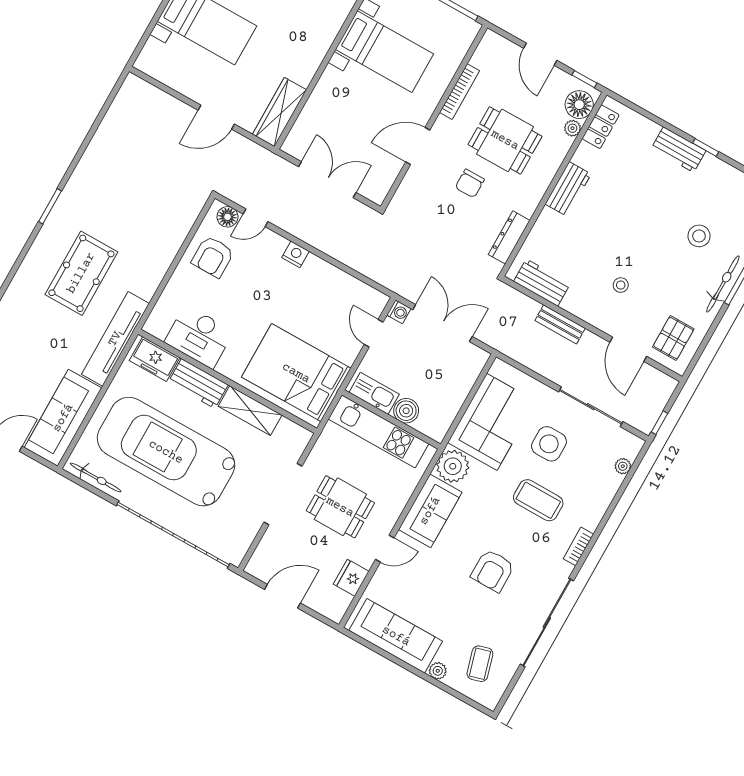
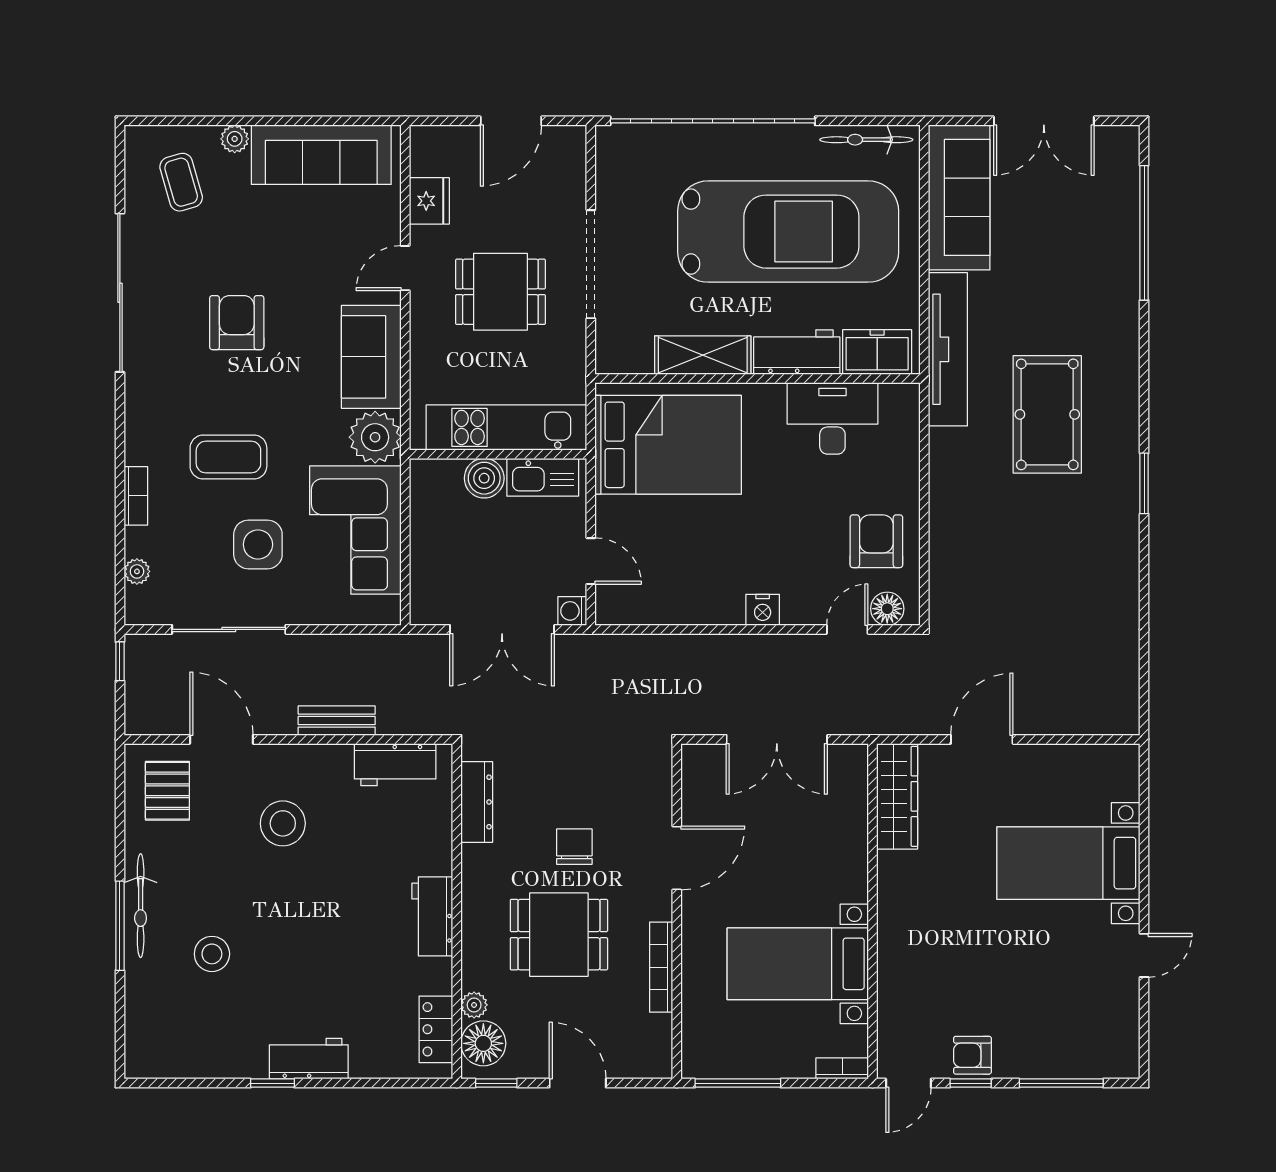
stool: (621, 285) -> (283, 823), width x1.89, depth x1.89
bookcase: (578, 546) -> (136, 496), moved

